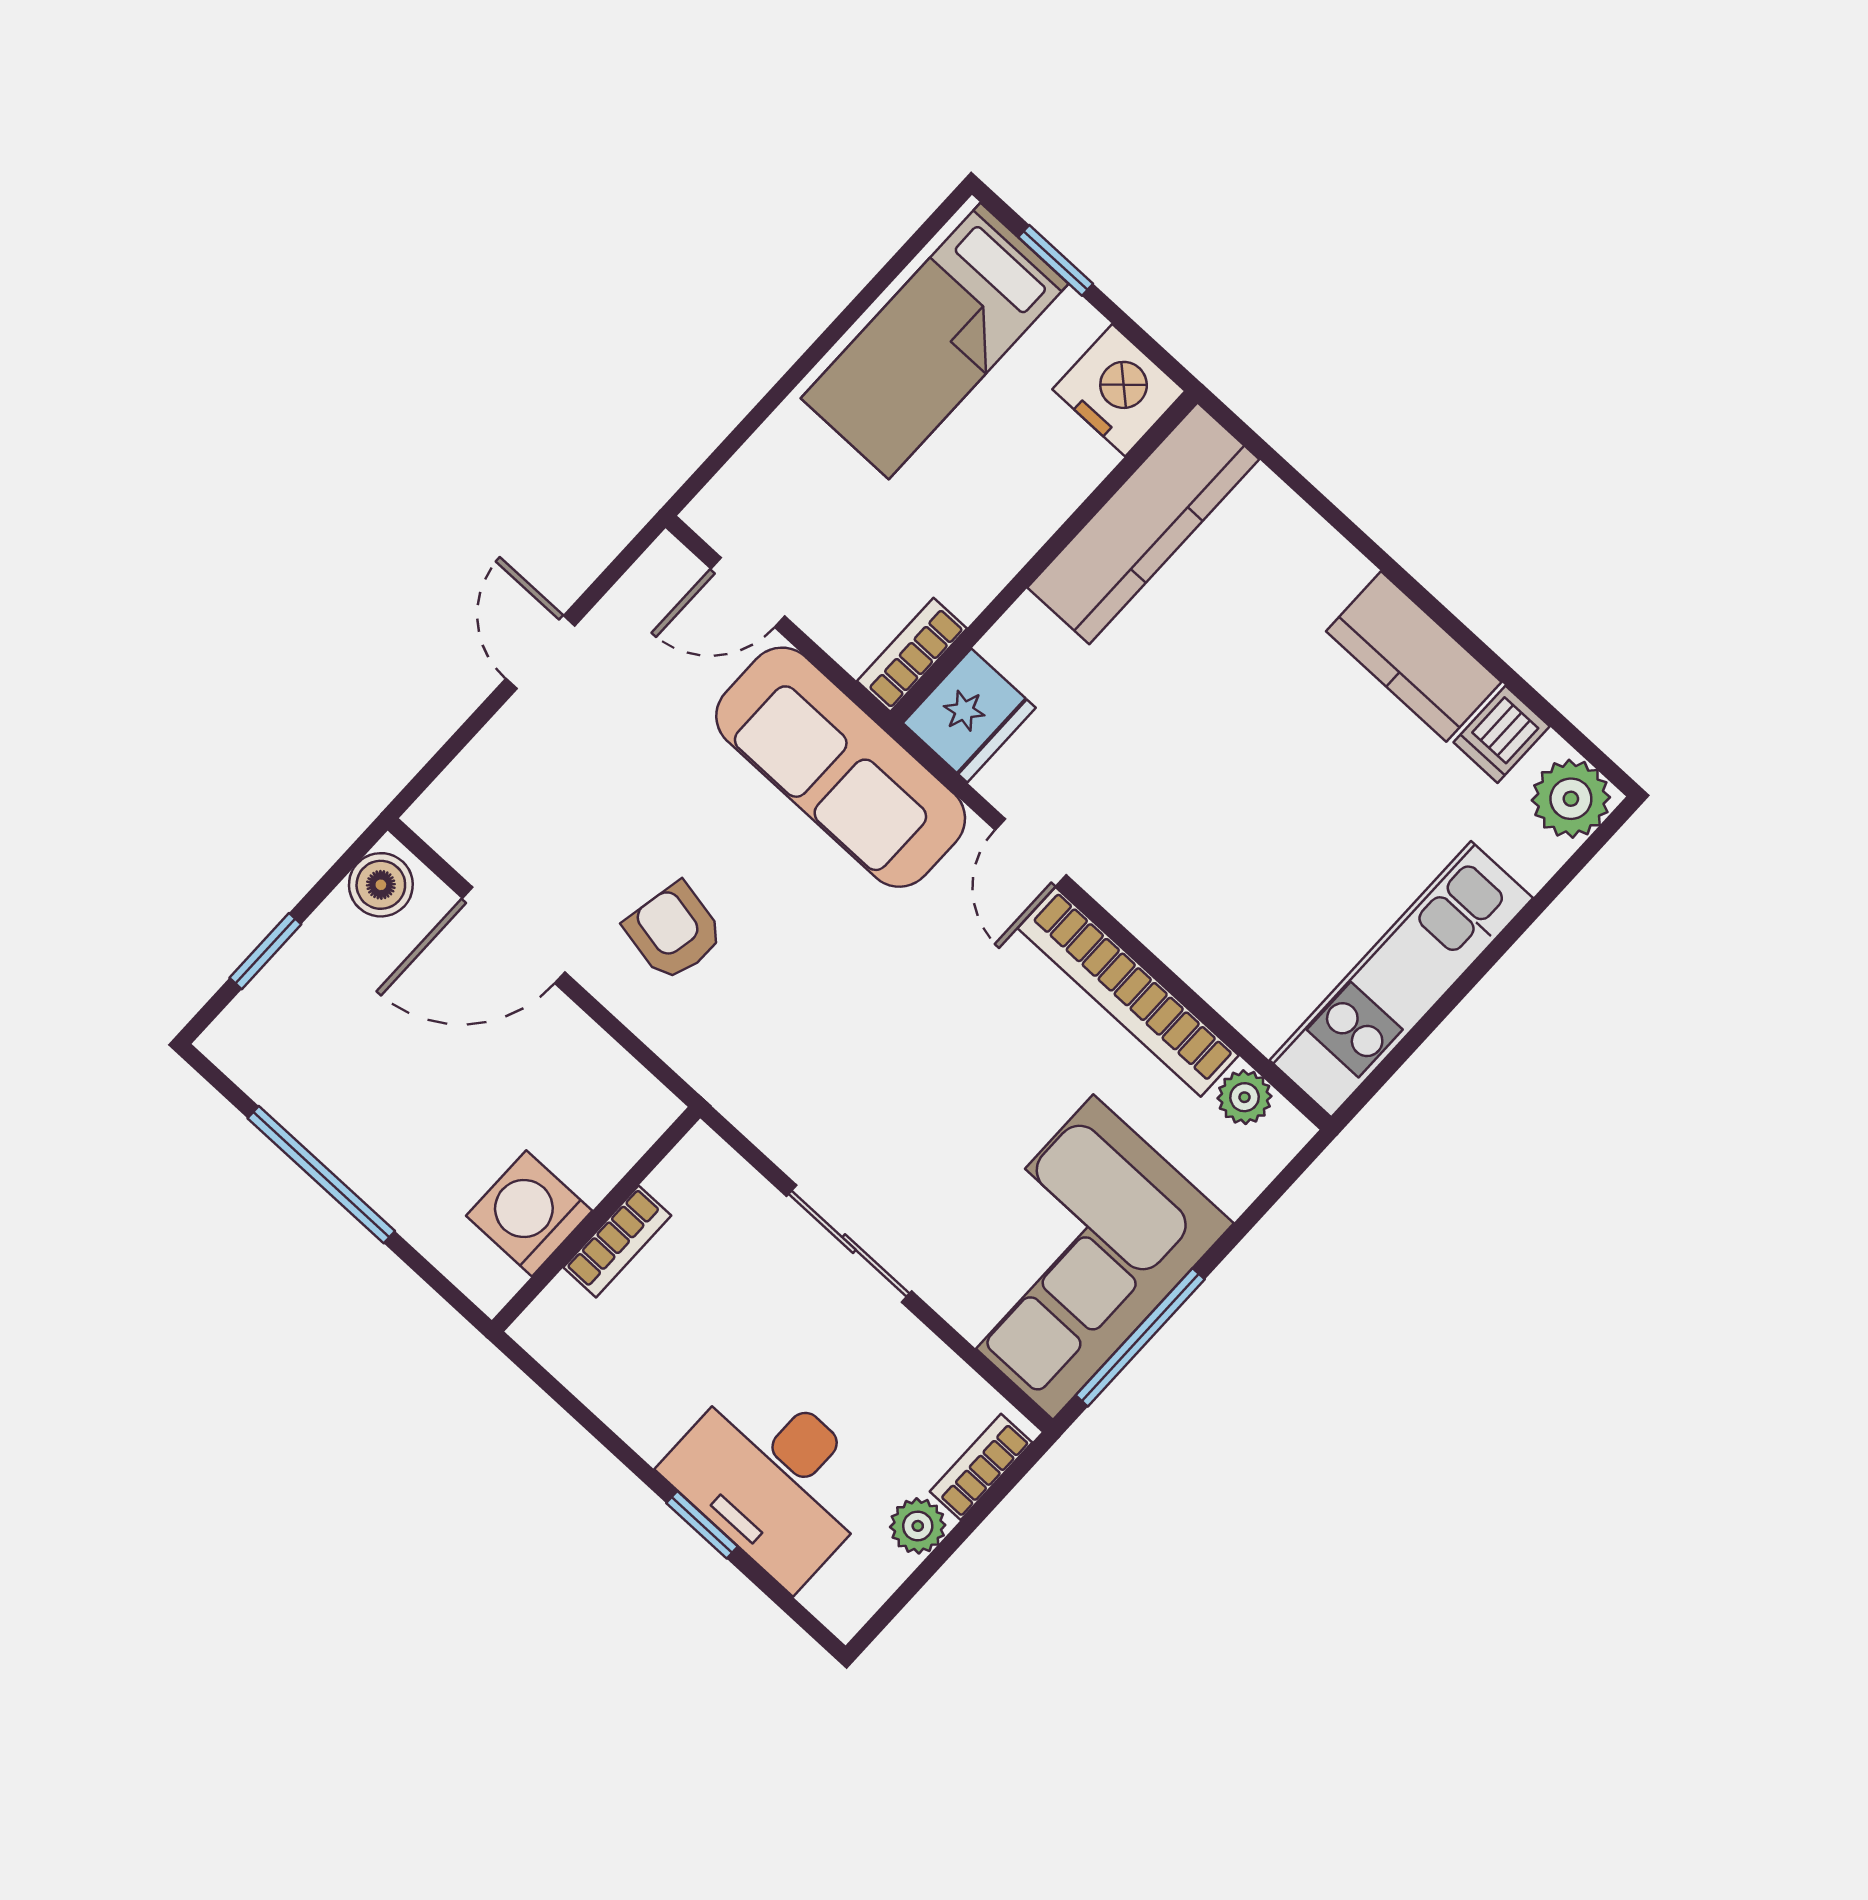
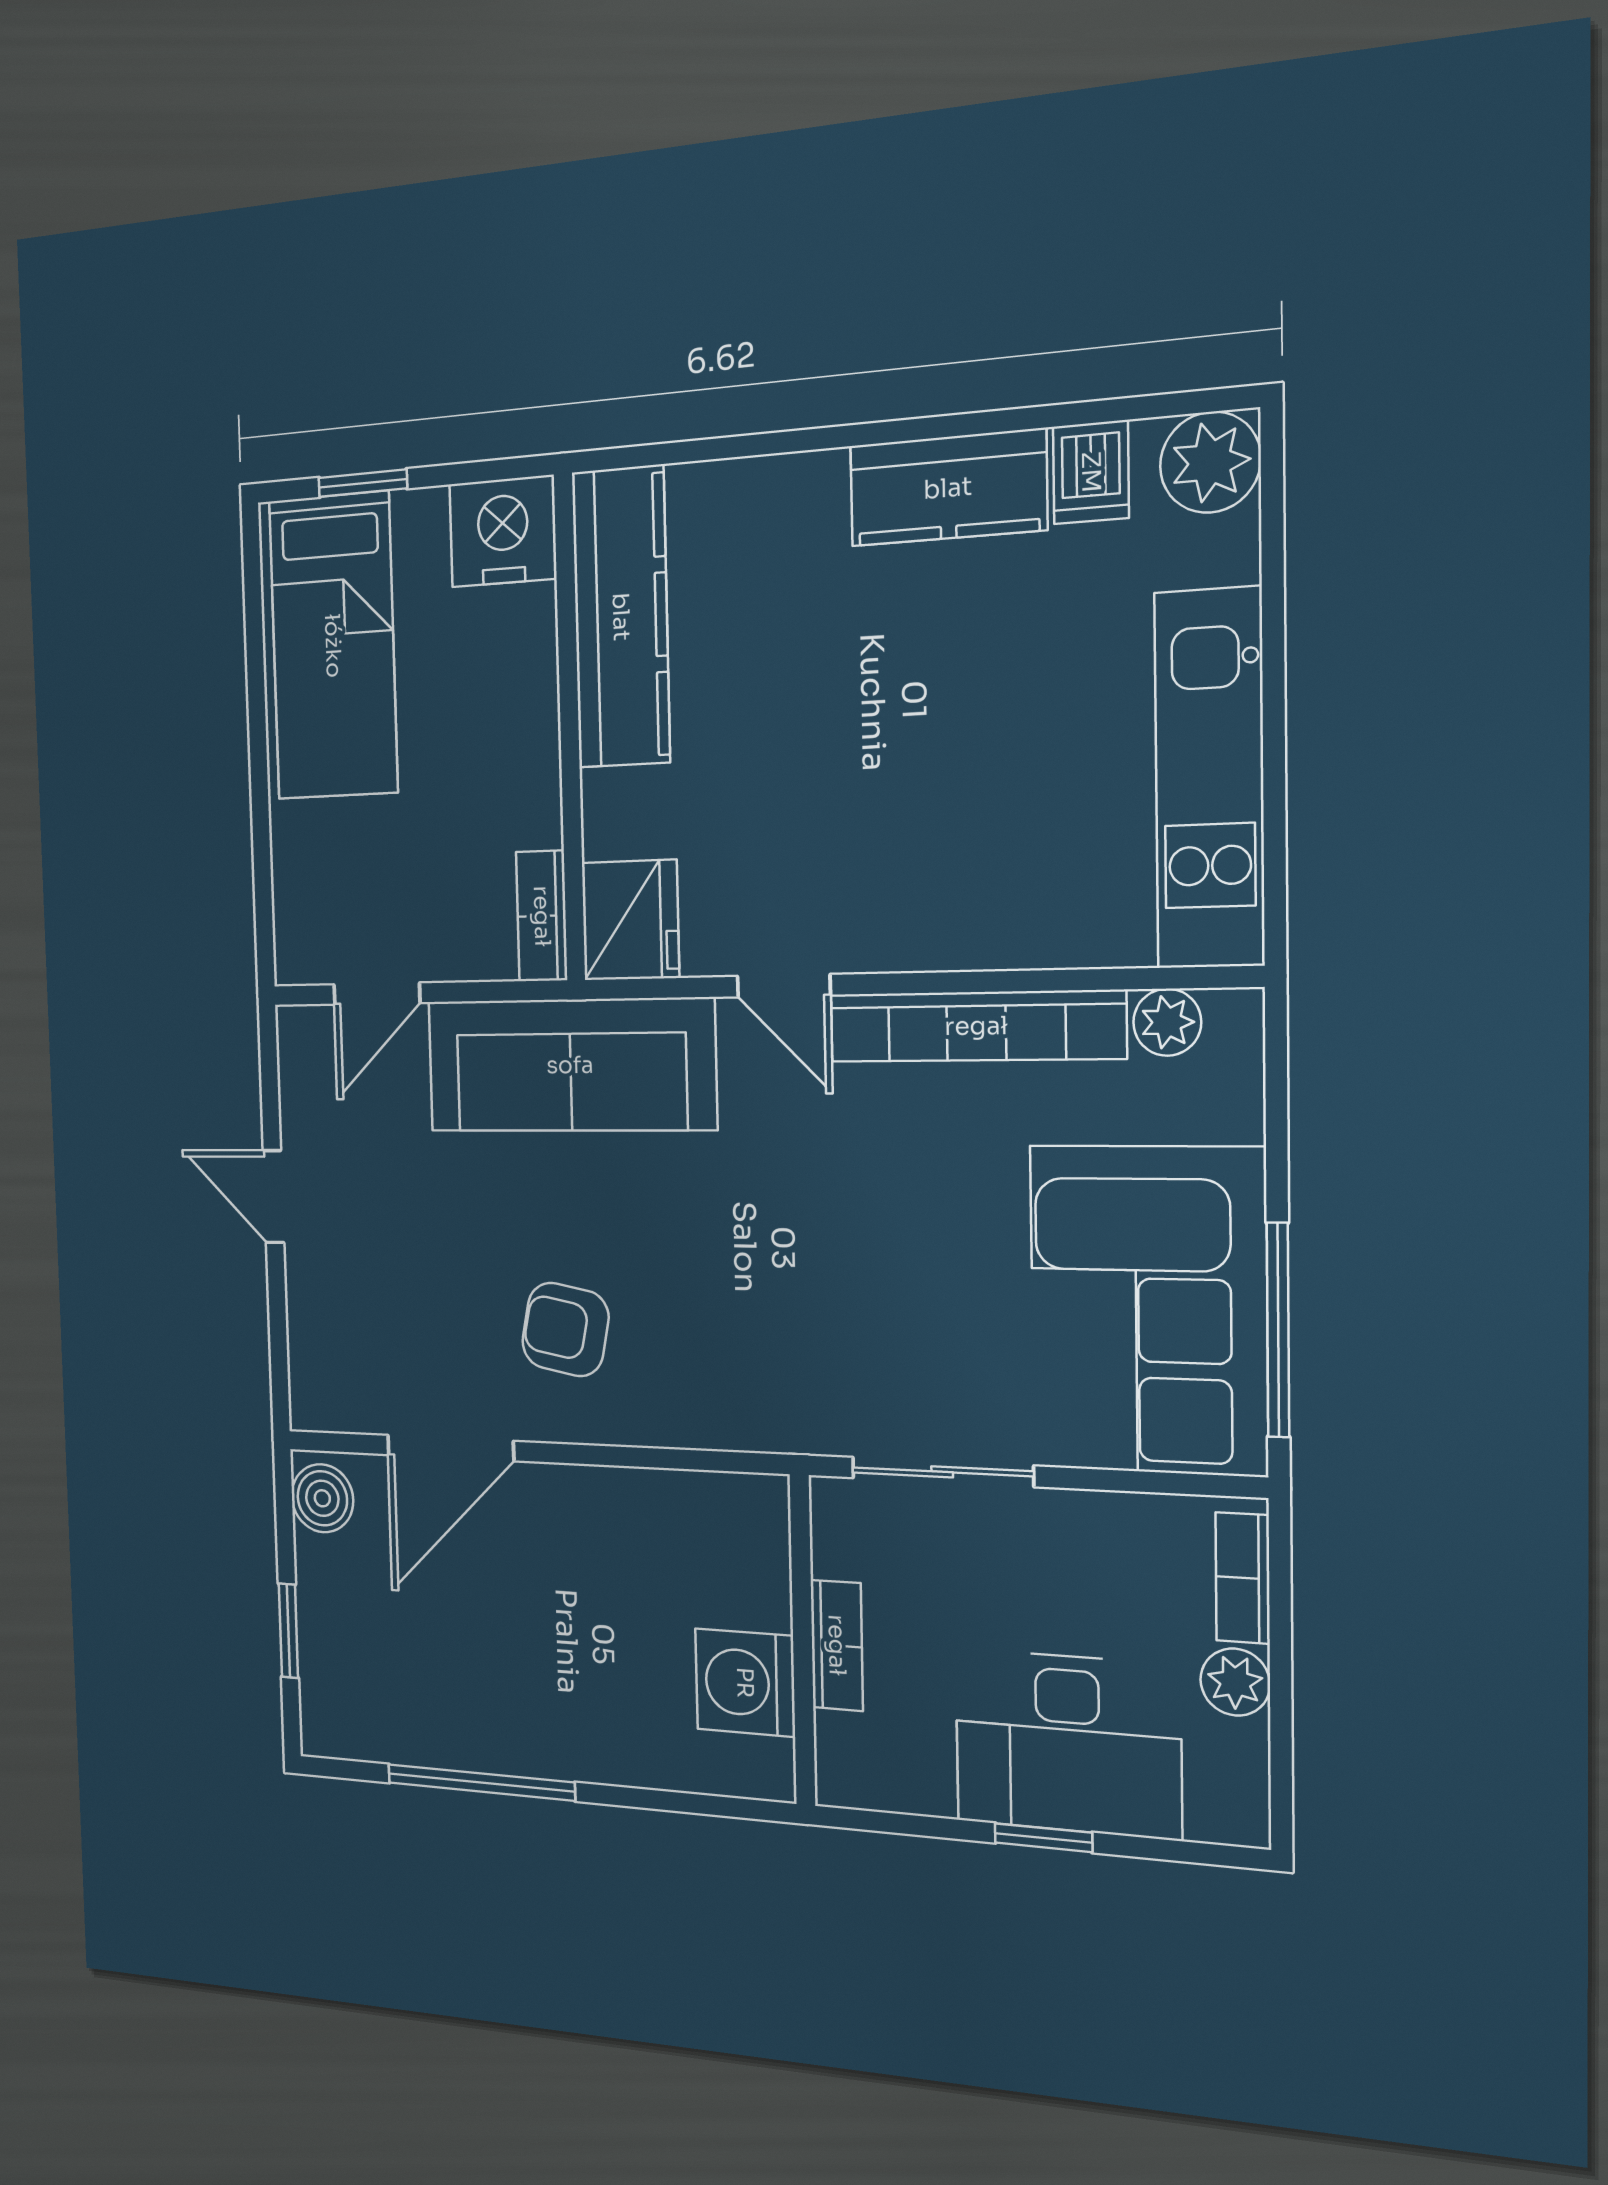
washing machine: (529, 1213) -> (745, 1683), moved
wall: (596, 1219) -> (802, 1641), moved
bookcase: (617, 1241) -> (837, 1645), moved

